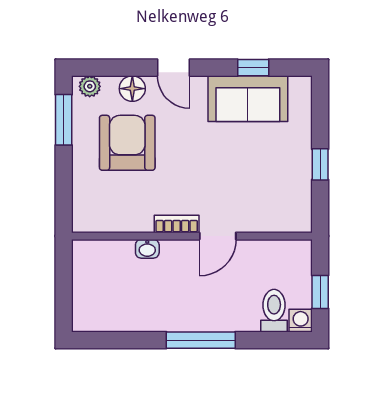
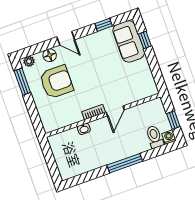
sofa: (248, 99) -> (129, 41), moved, turned 90
armchair: (127, 143) -> (56, 82), turned 90
window: (320, 164) -> (145, 40), moved

